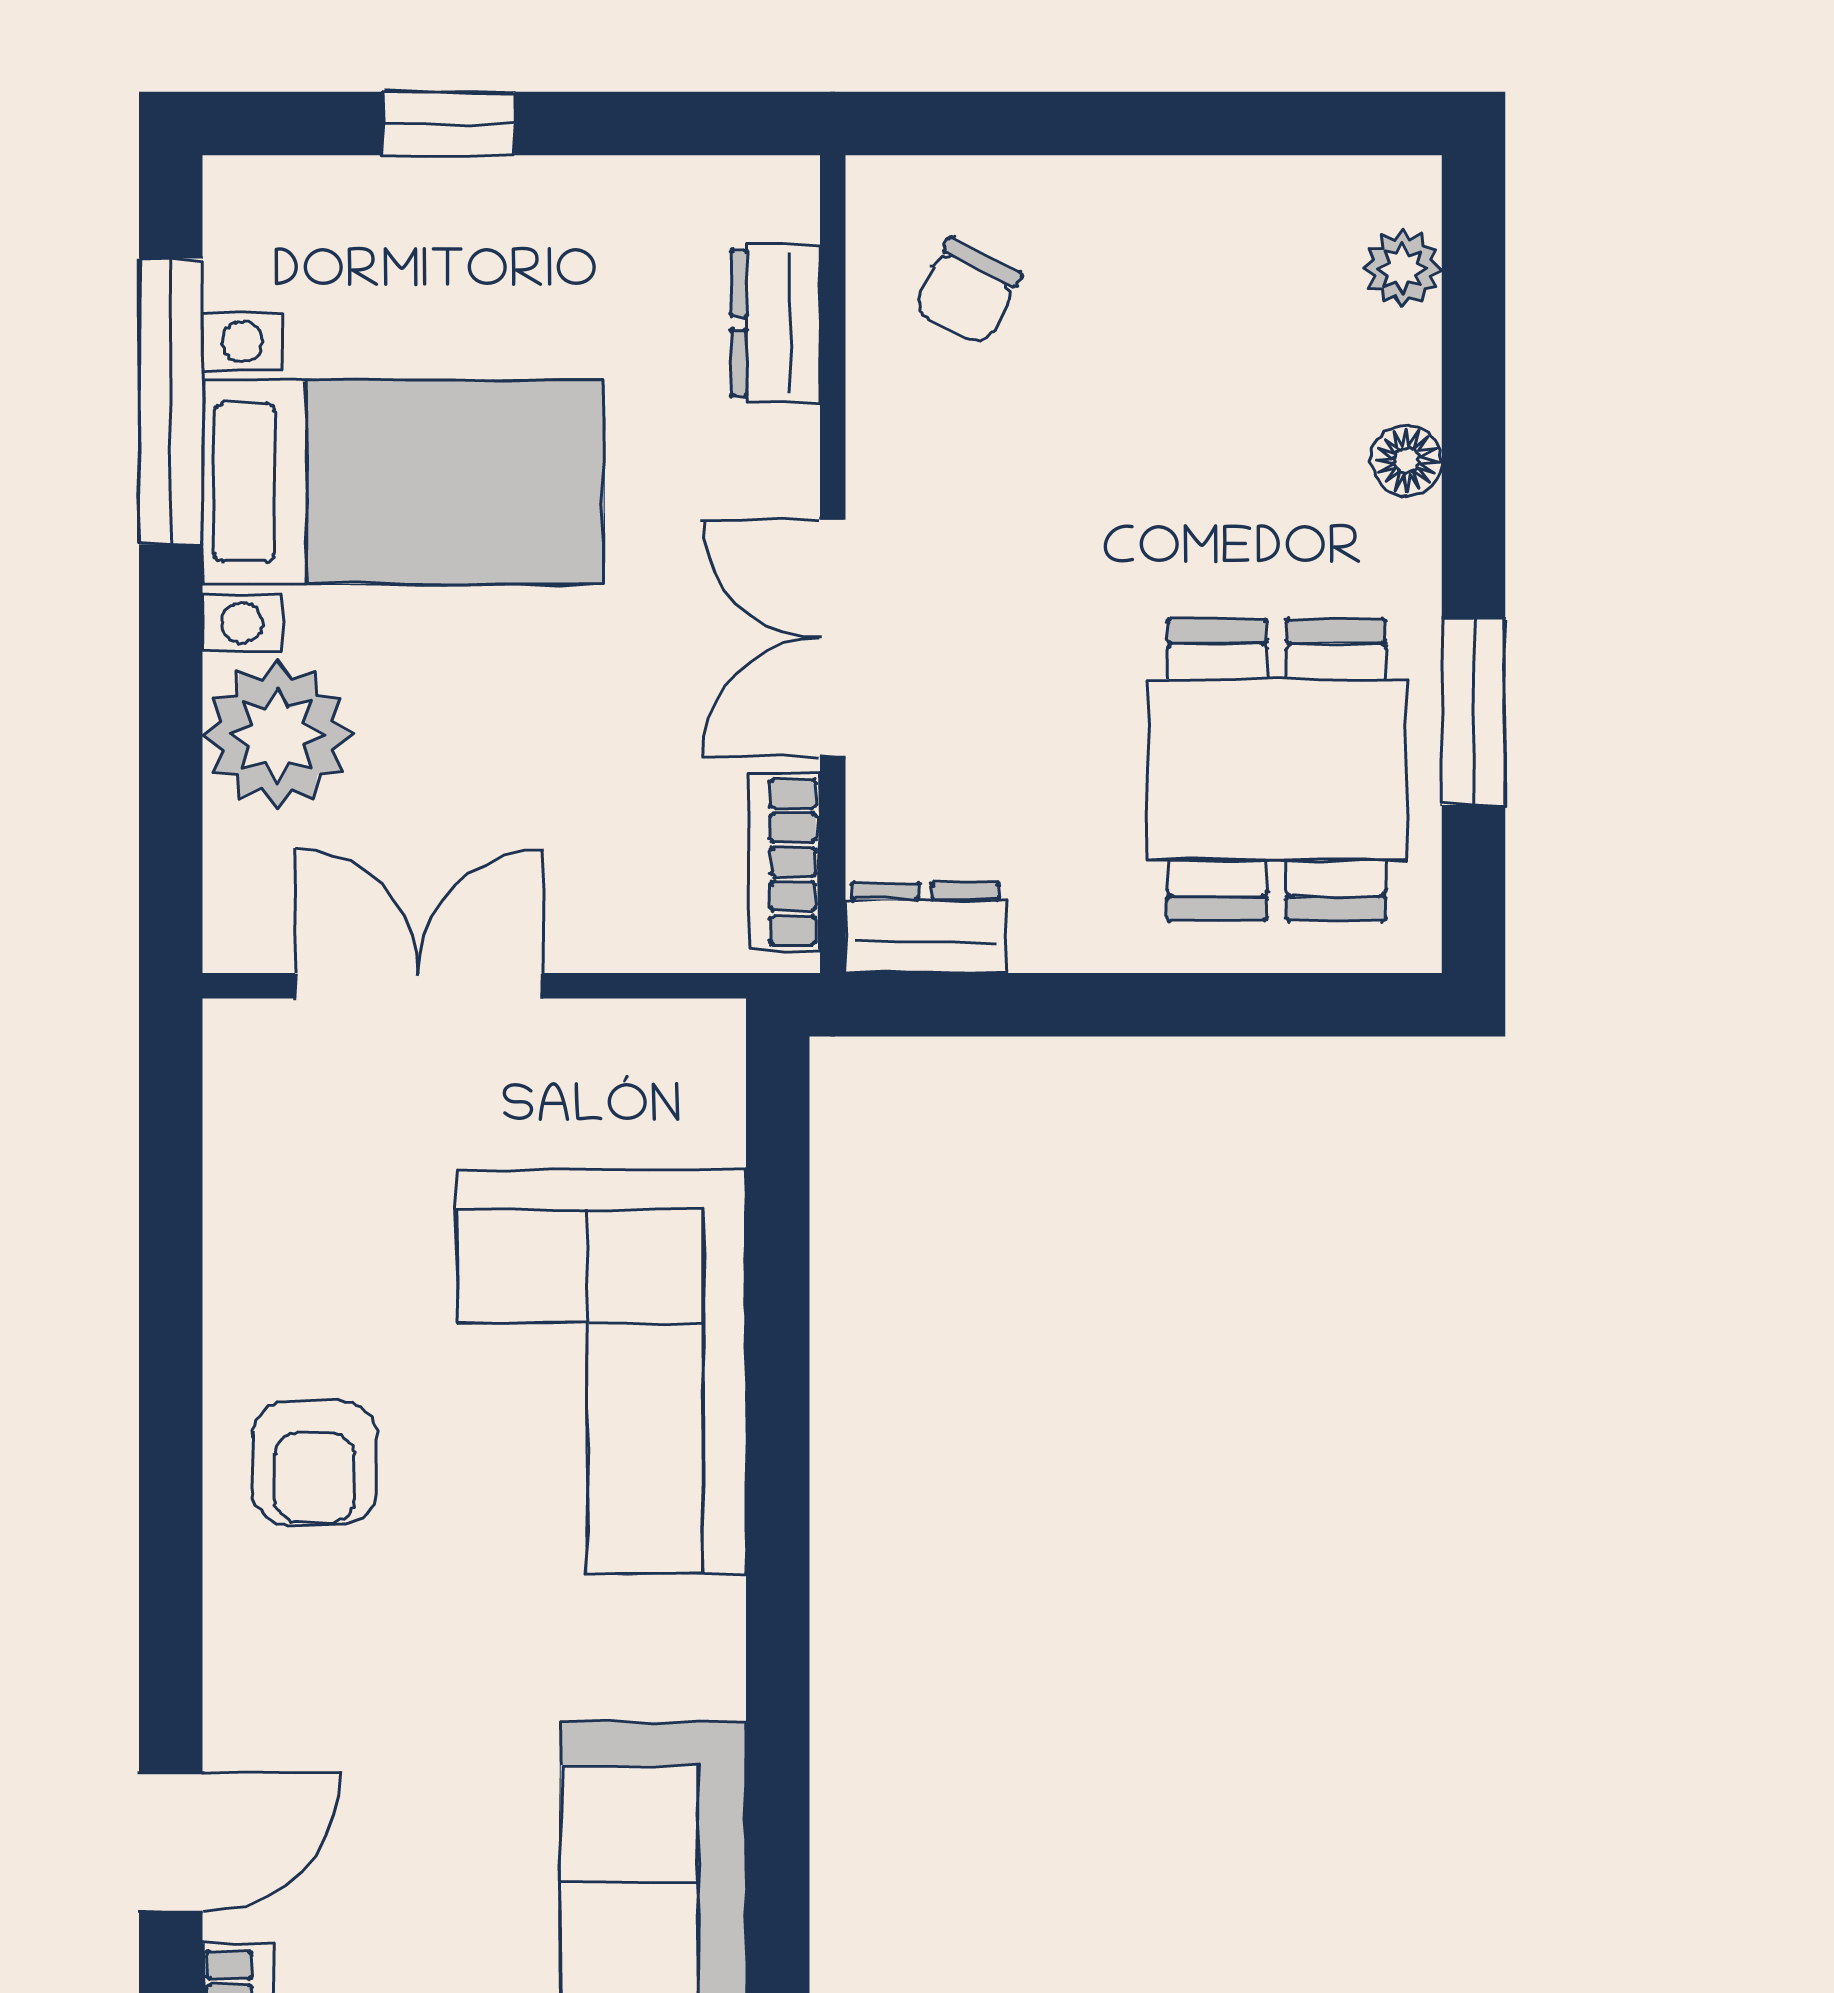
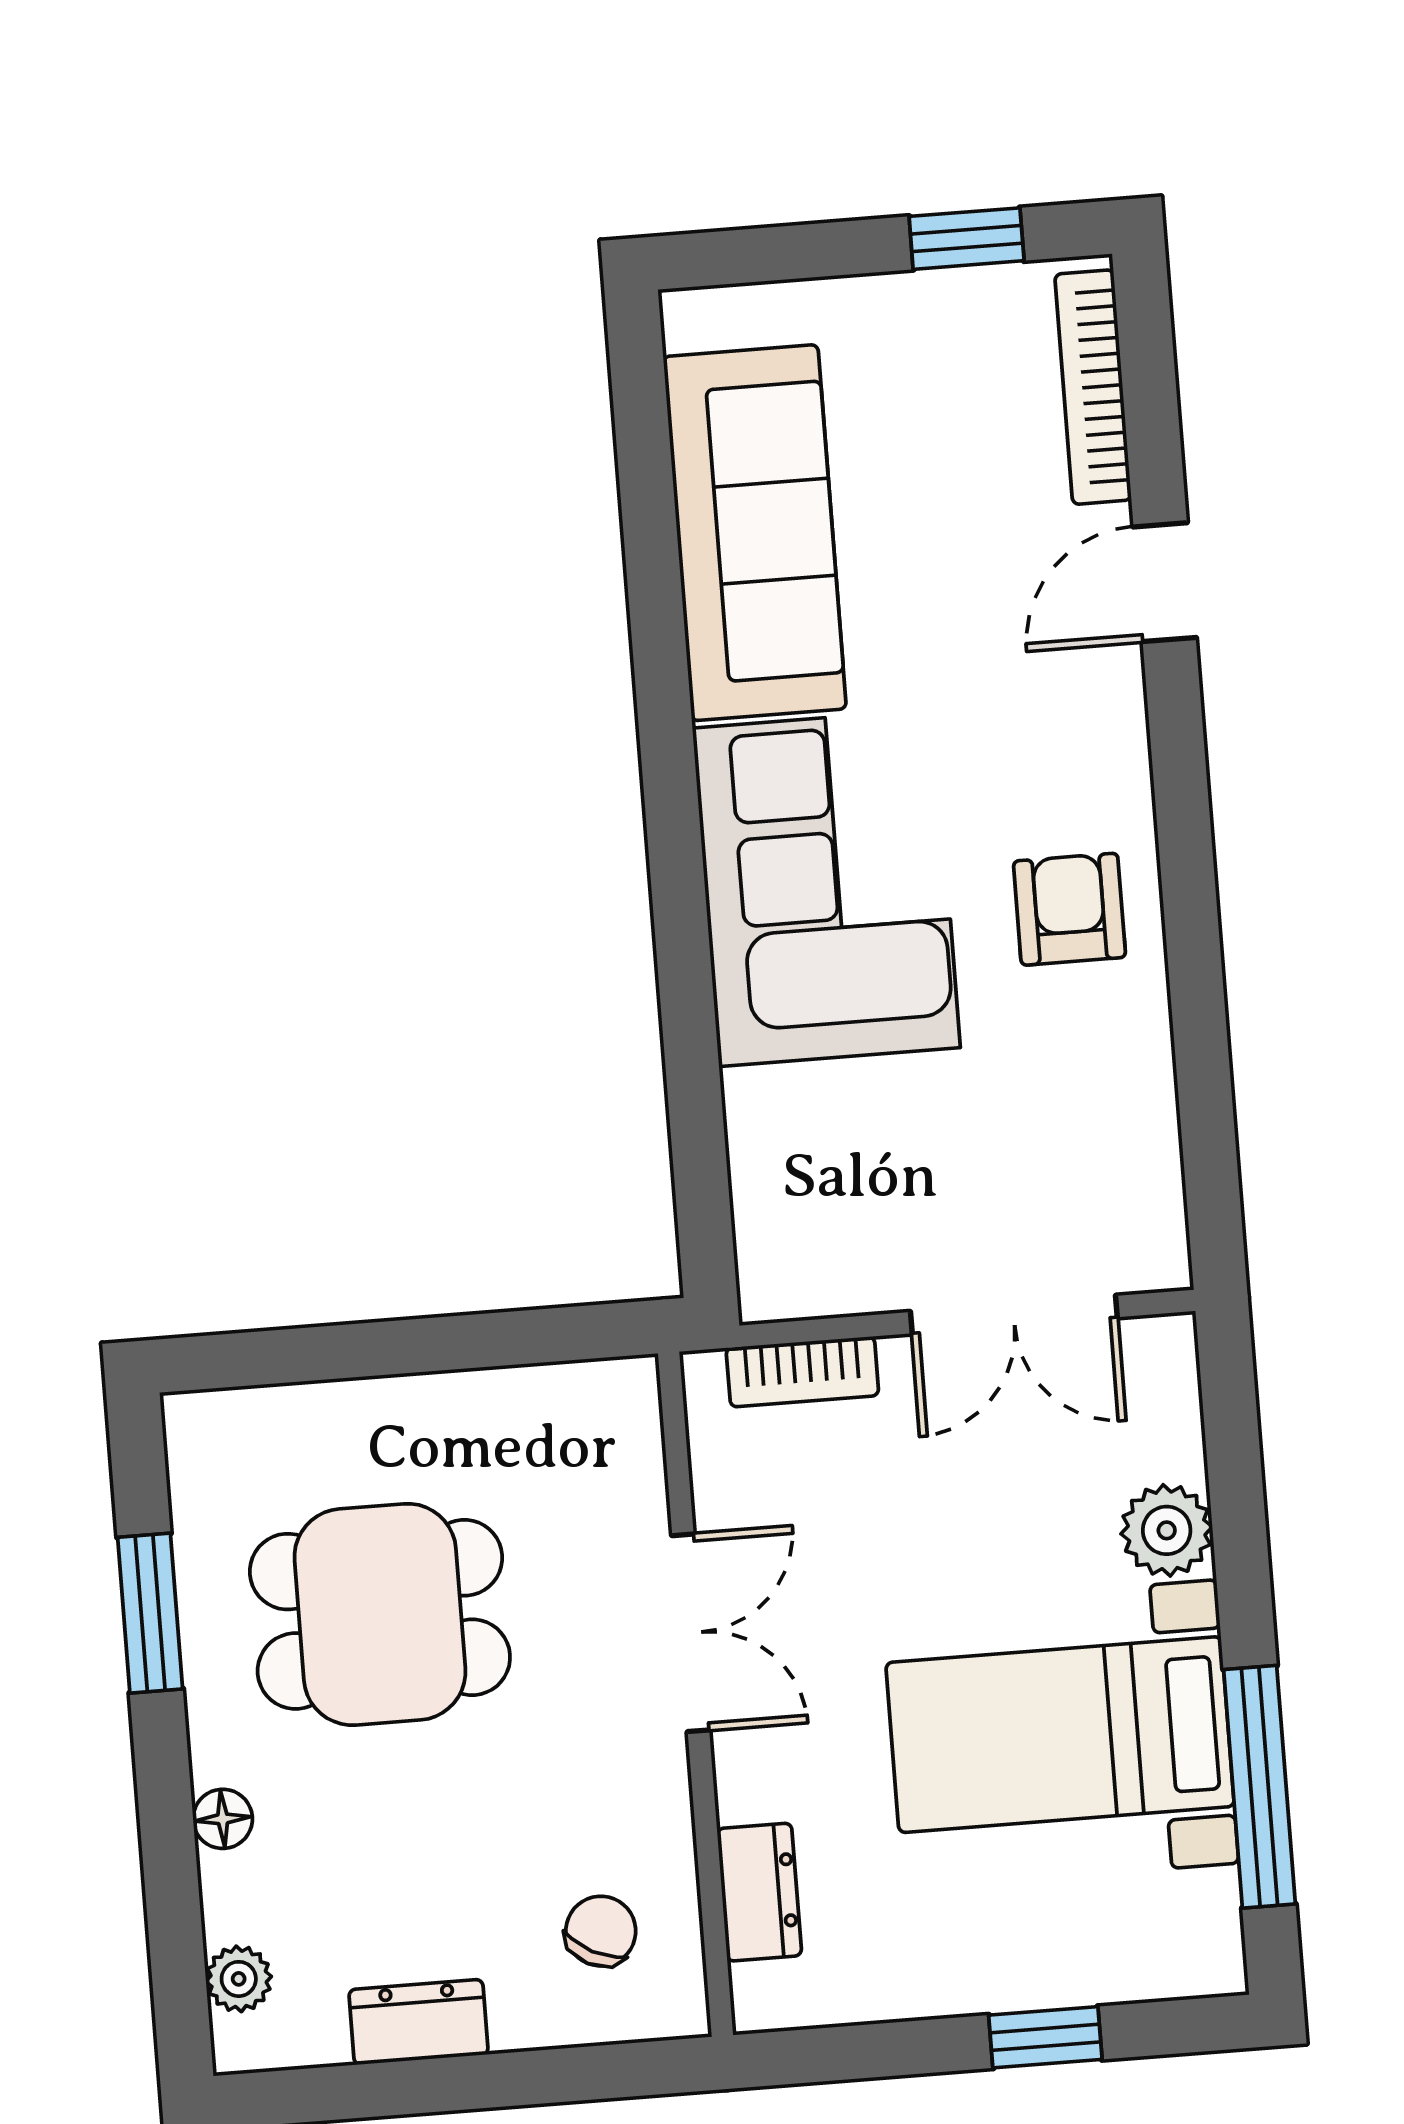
plant: (277, 735) -> (1167, 1530), width x0.73, depth x0.73
dining table: (1276, 770) -> (380, 1614), moved, turned 90
bookcase: (785, 862) -> (802, 1372), moved, turned 90
dresser: (925, 928) -> (419, 2022), moved, turned 180
corner sofa: (602, 1372) -> (826, 888), moved

